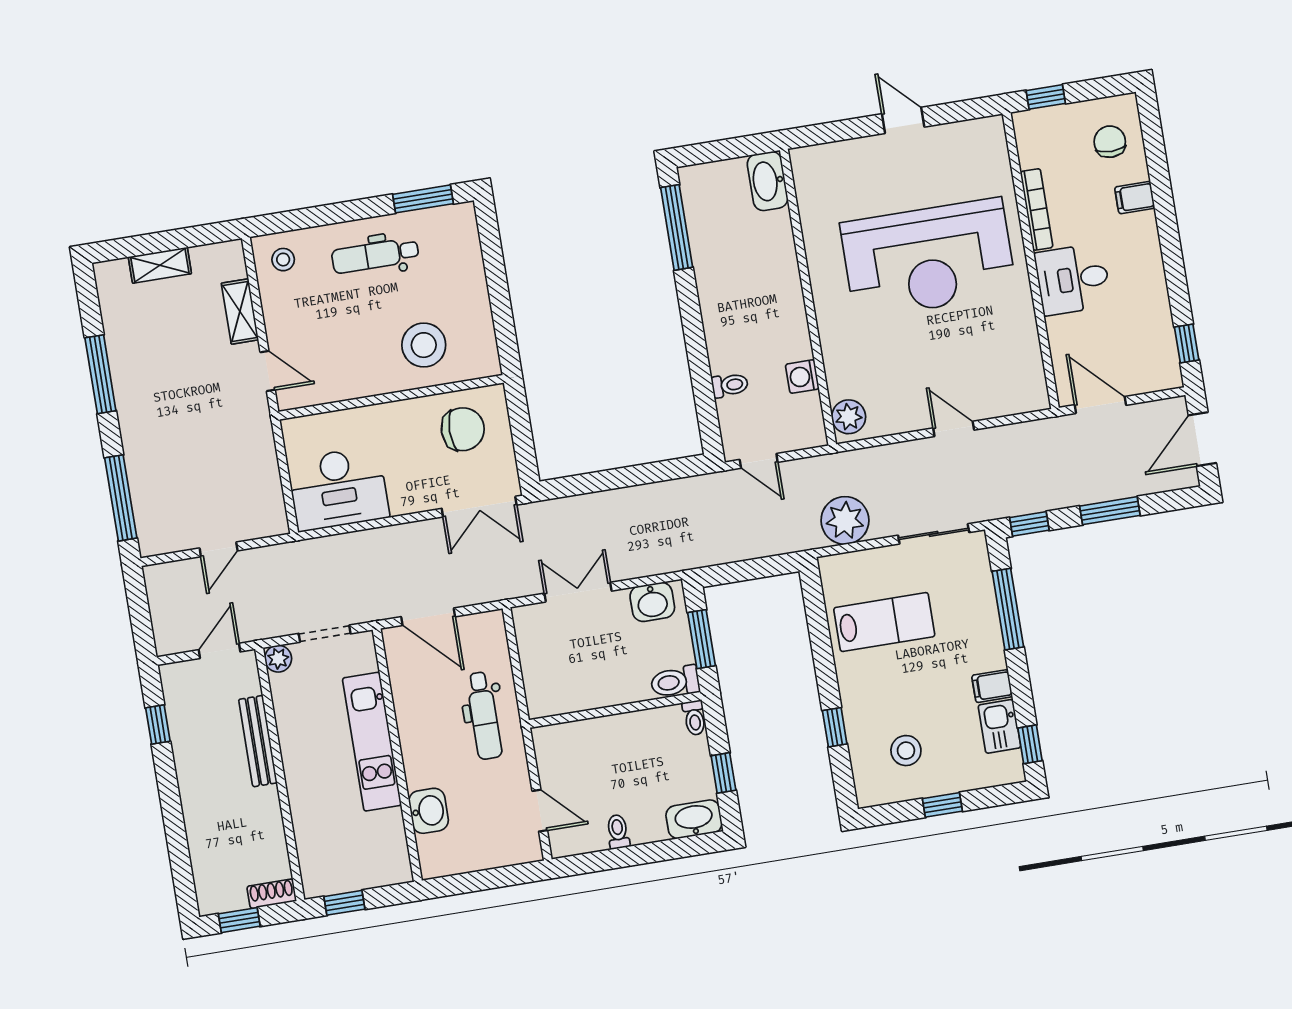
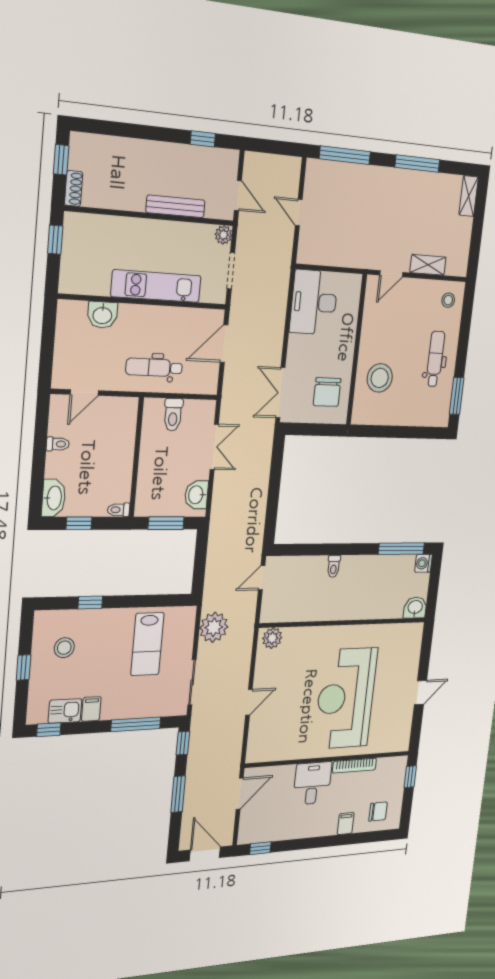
washbasin: (768, 181) -> (415, 608), width x0.72
shelving: (160, 265) -> (469, 196), moved
washing machine: (802, 377) -> (424, 563), moved, turned -90
toilet: (730, 385) -> (334, 566), moved
toilet: (675, 682) -> (173, 415), moved, turned 180

